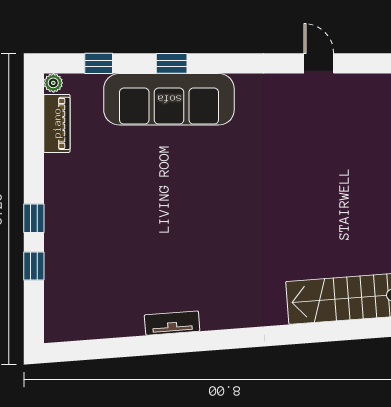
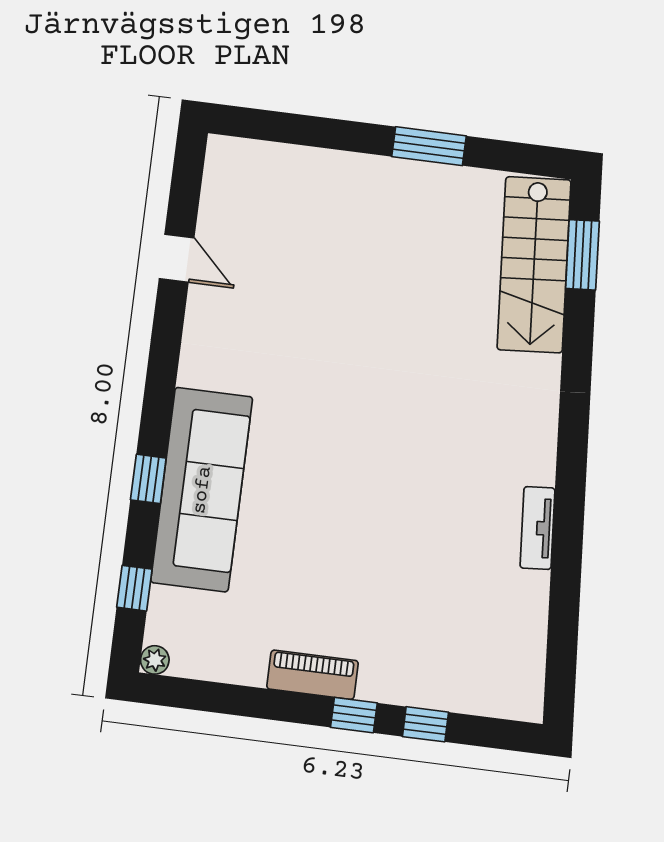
door: (319, 63) -> (177, 258), swing flipped
piano: (57, 123) -> (313, 675), moved
window: (355, 330) -> (582, 255), added

